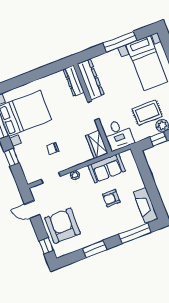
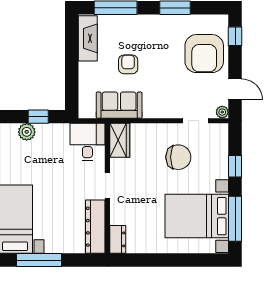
dresser: (74, 81) -> (118, 239), width x0.70
rug: (147, 113) -> (40, 156), removed
chair: (53, 149) -> (178, 157), width x1.87, depth x1.87
plant: (75, 175) -> (222, 112), moved
armchair: (111, 198) -> (128, 64), turned -90

